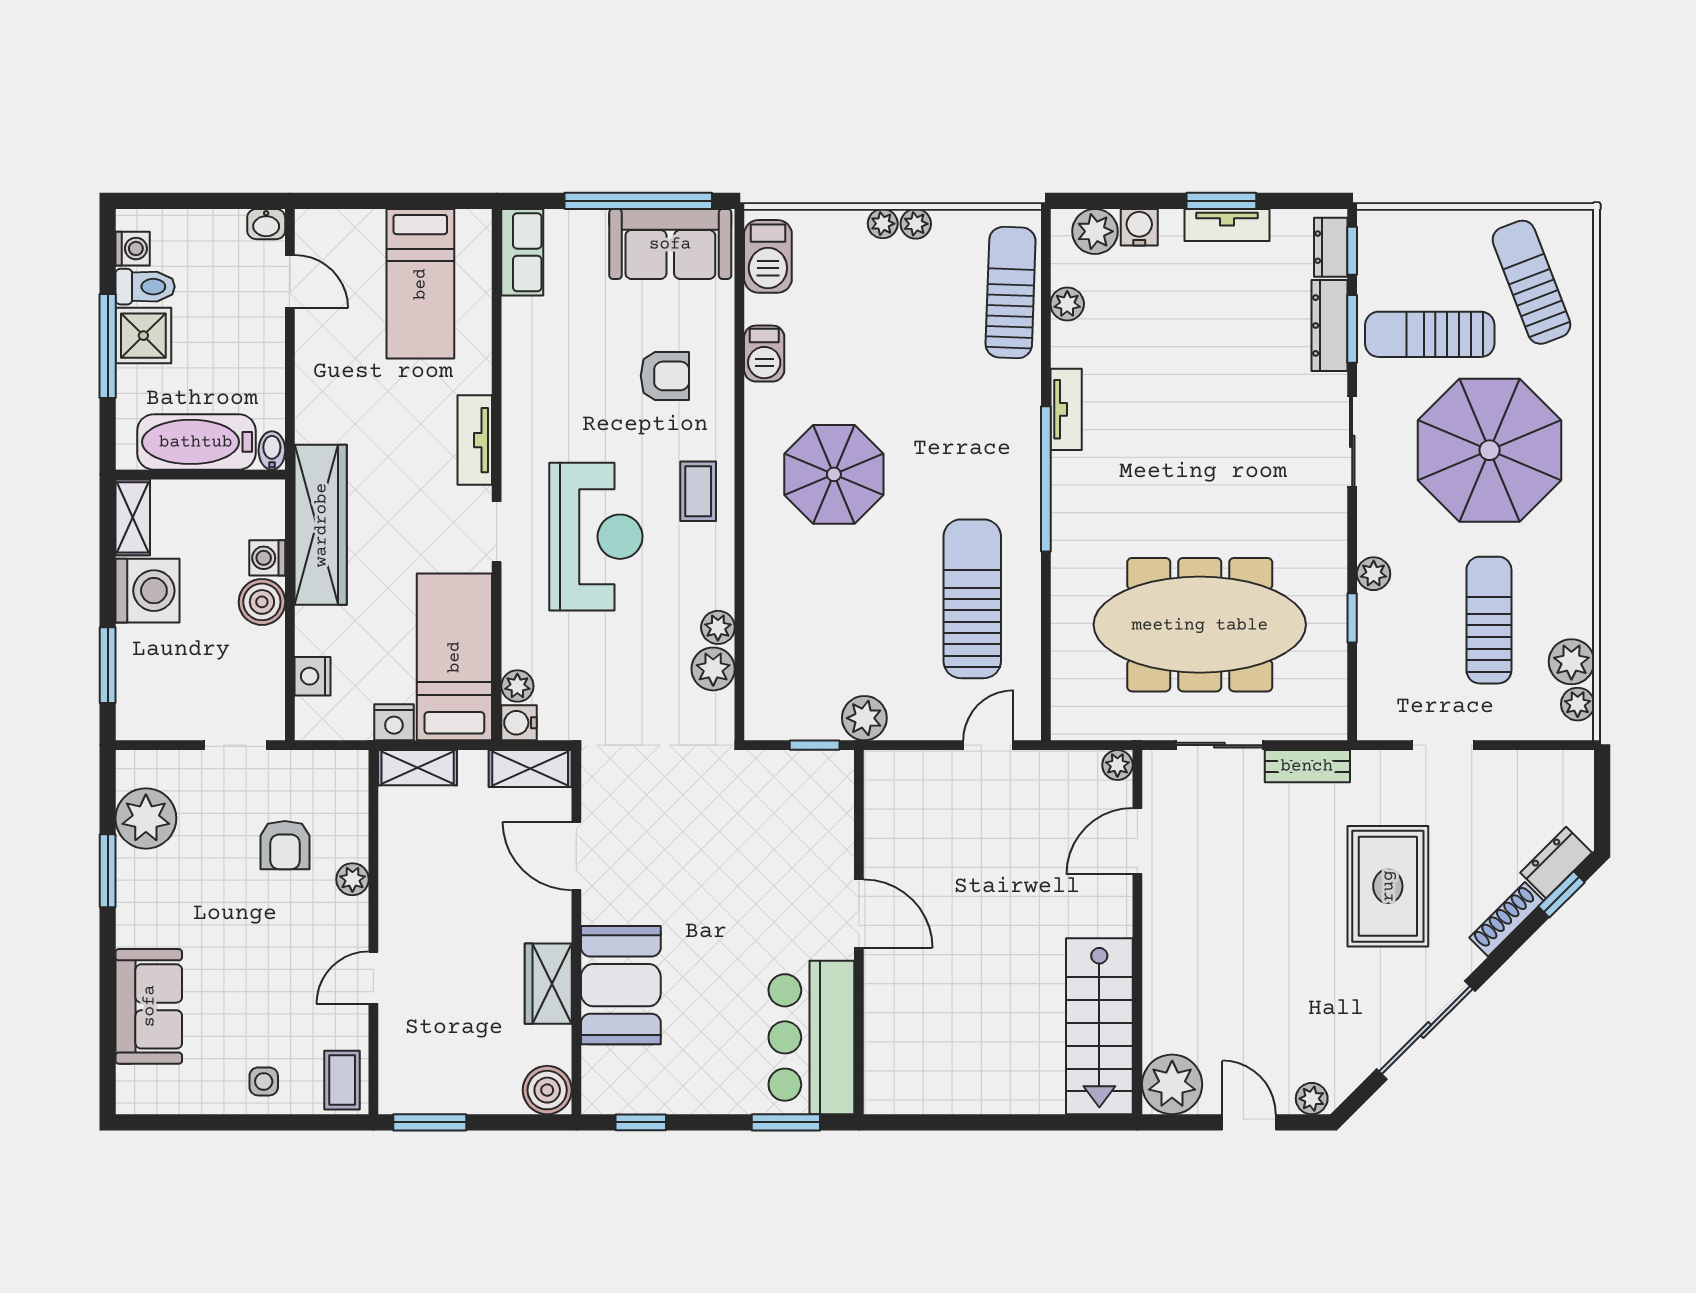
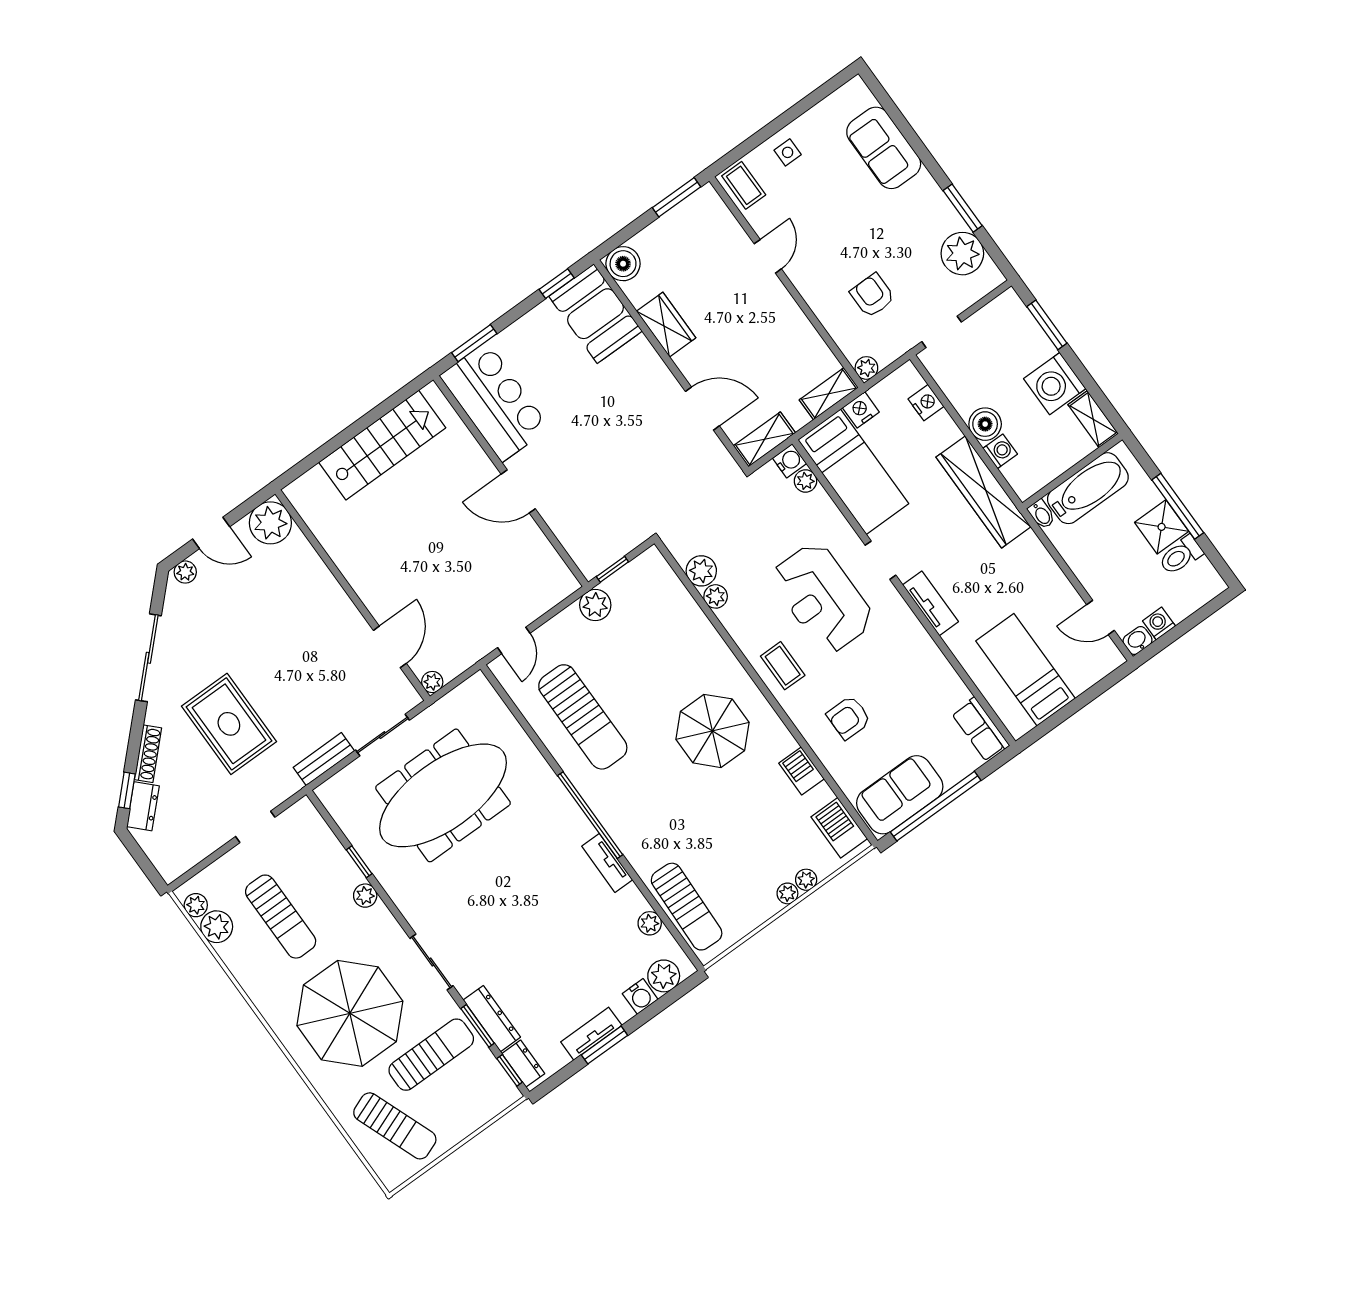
plant: (916, 224) -> (806, 880), moved
washing machine: (133, 249) -> (1159, 624), moved, turned 90
plant: (352, 879) -> (866, 368), moved
booth: (621, 985) -> (596, 314), moved
stairs: (1099, 1026) -> (382, 445), moved, turned 90

